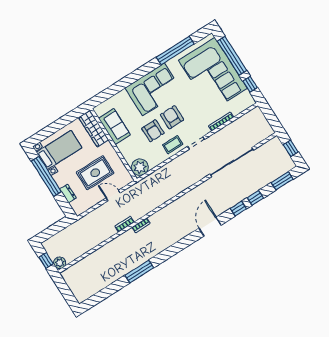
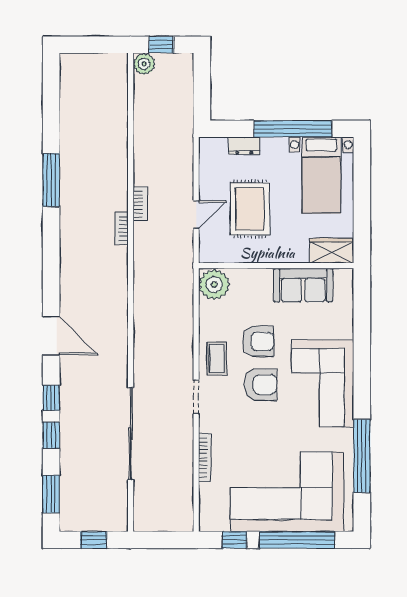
wardrobe: (94, 129) -> (331, 251), width x0.67
armchair: (153, 131) -> (258, 341), turned 180

